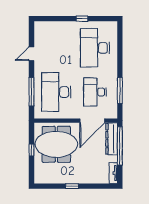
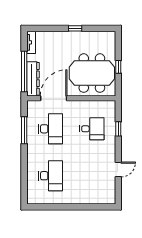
window: (82, 19) -> (64, 207), removed
desk: (95, 48) -> (51, 176), width x0.73, depth x0.77
window: (31, 92) -> (118, 129), width x0.46
desk: (56, 92) -> (92, 129), width x0.53, depth x0.77

